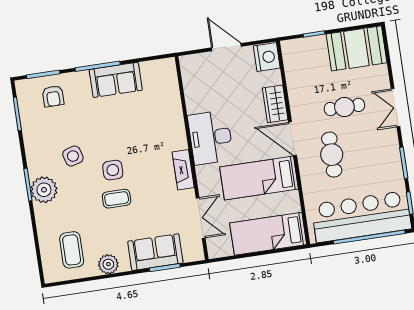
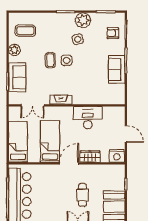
door: (226, 47) -> (126, 134), hinge flipped
desk: (211, 138) -> (88, 118), moved
cafe table: (332, 155) -> (57, 184), removed
plant: (44, 190) -> (83, 20), moved

